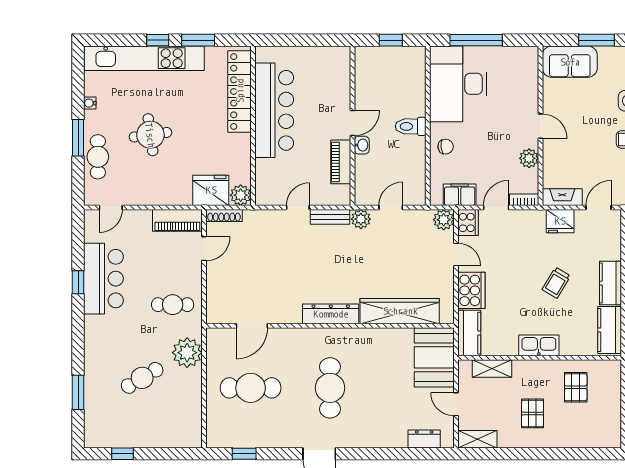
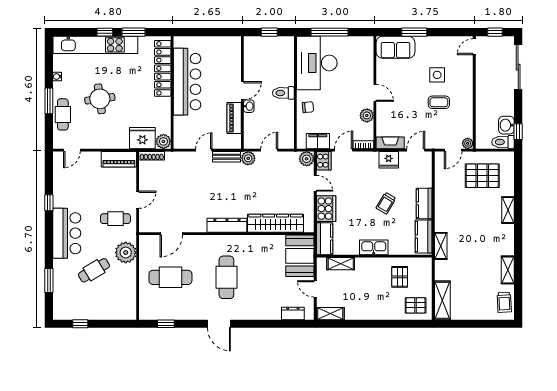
door: (204, 249) -> (138, 200), moved
bar counter: (103, 279) -> (67, 233), moved
pallet: (533, 413) -> (416, 305), moved, turned 90

